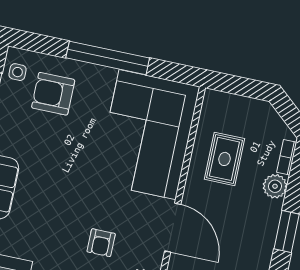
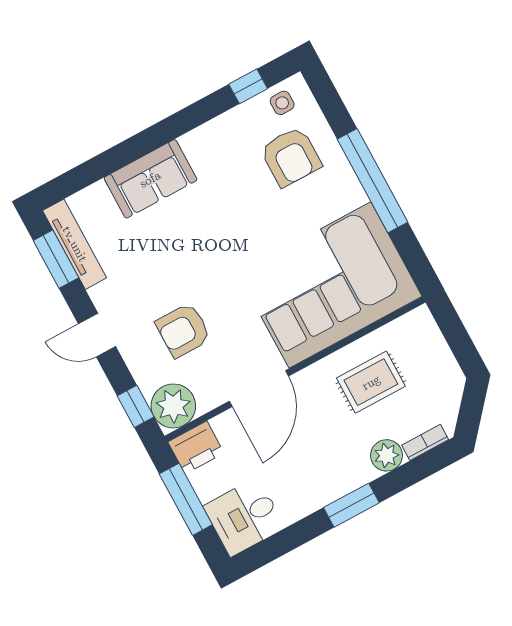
armchair: (53, 94) -> (291, 157), turned 180
armchair: (101, 243) -> (183, 330), width x1.38, depth x1.38

